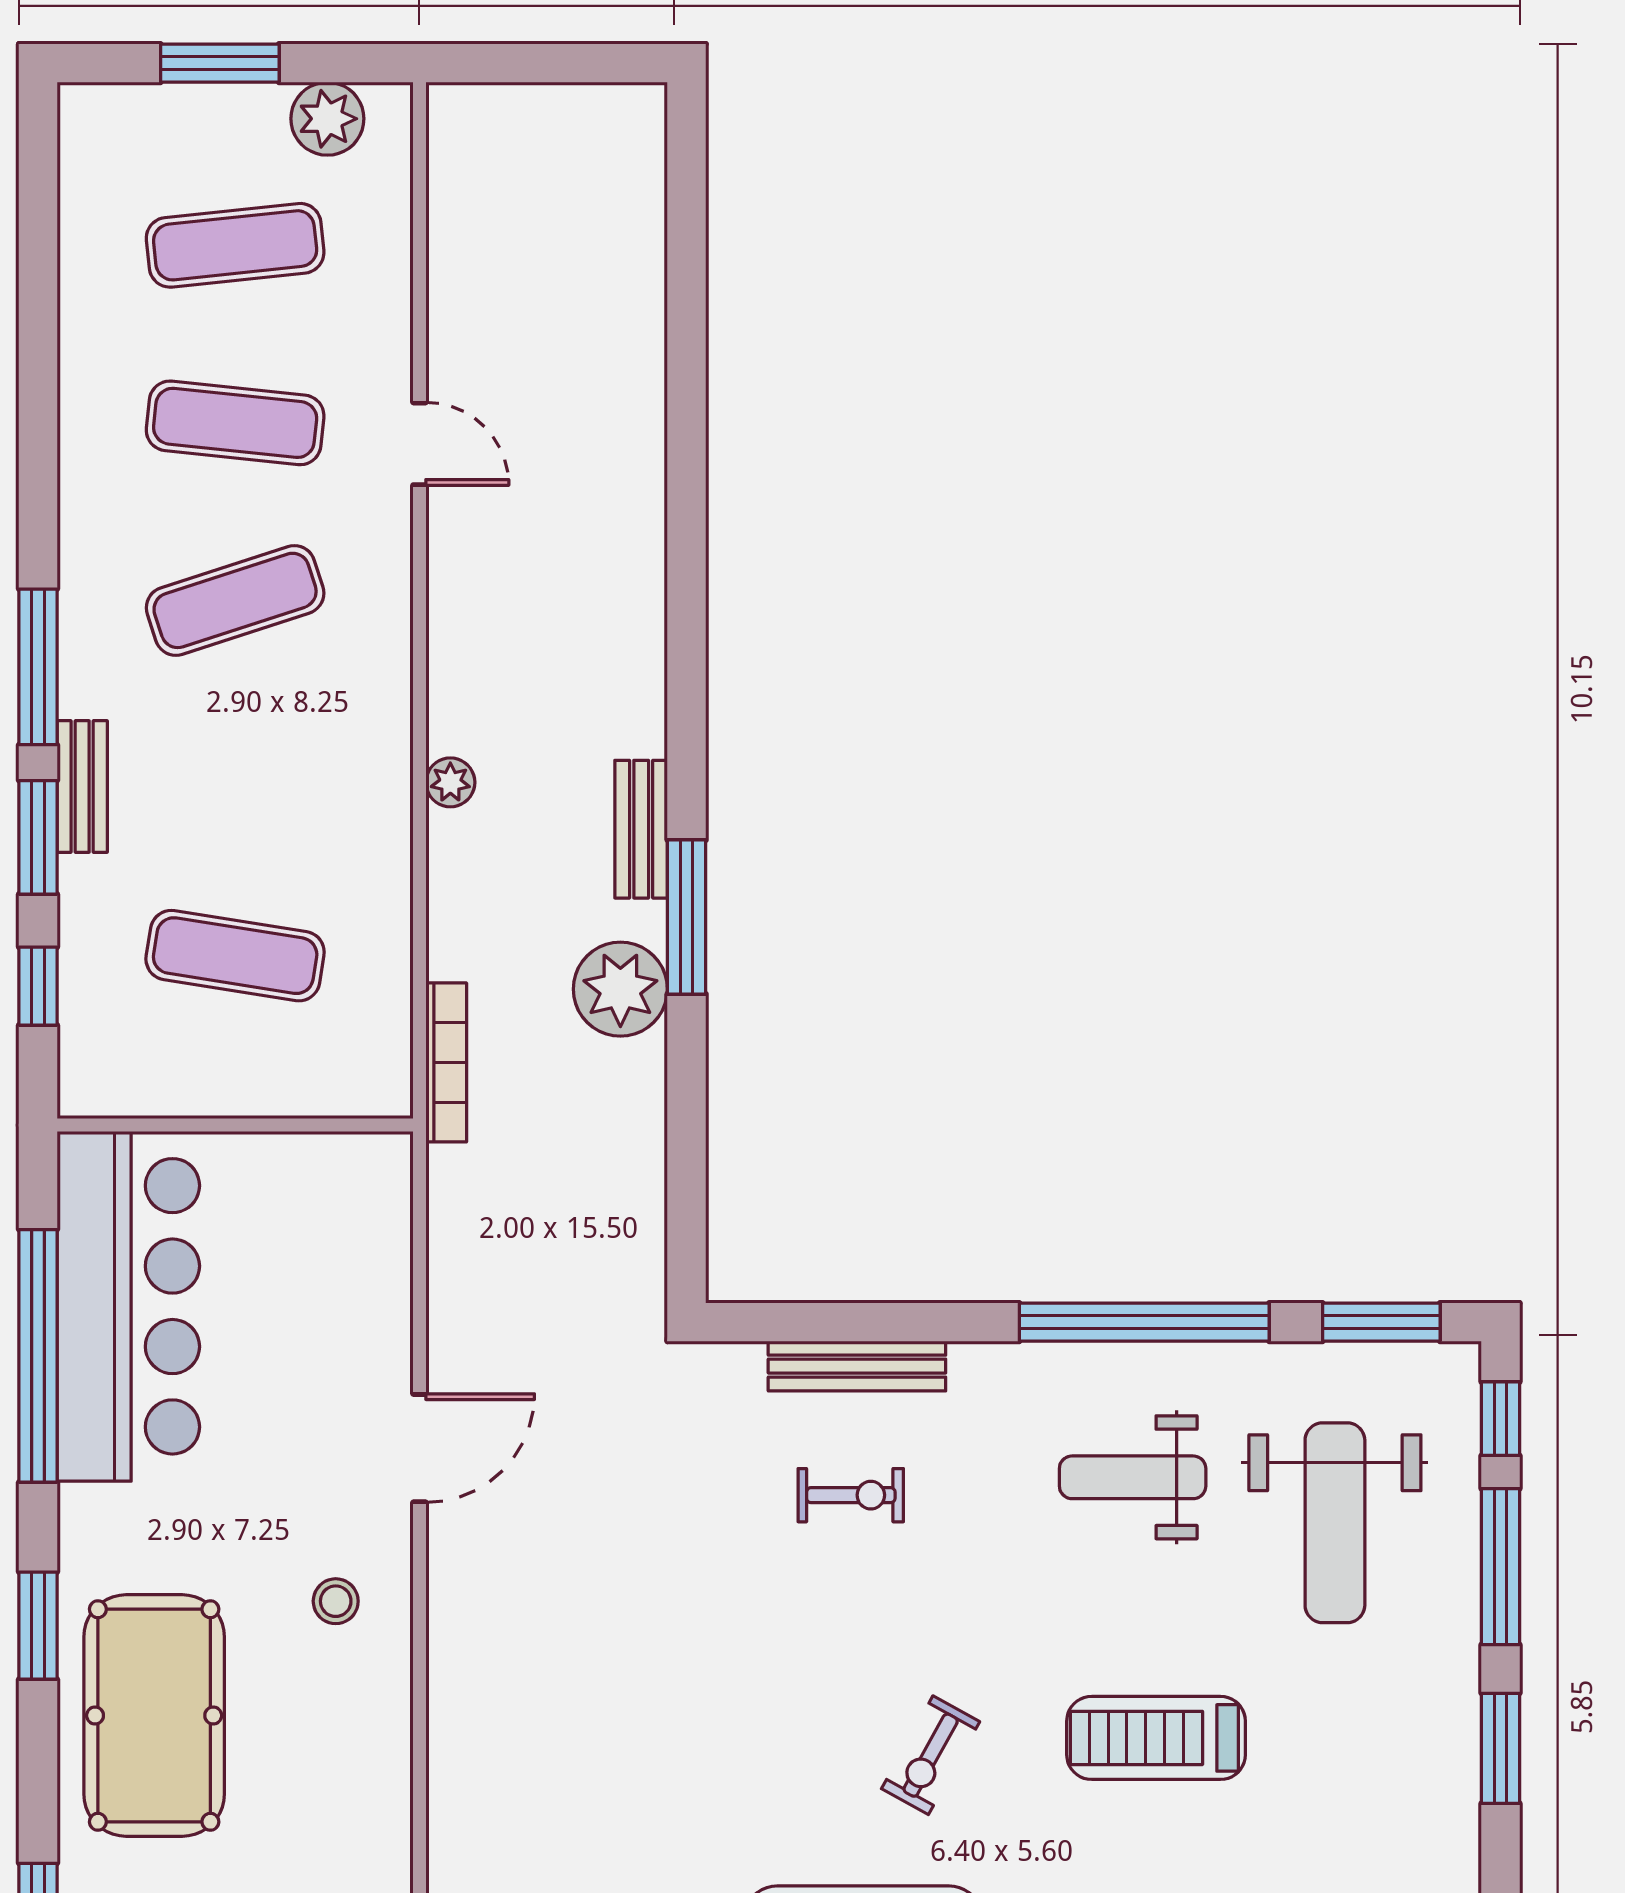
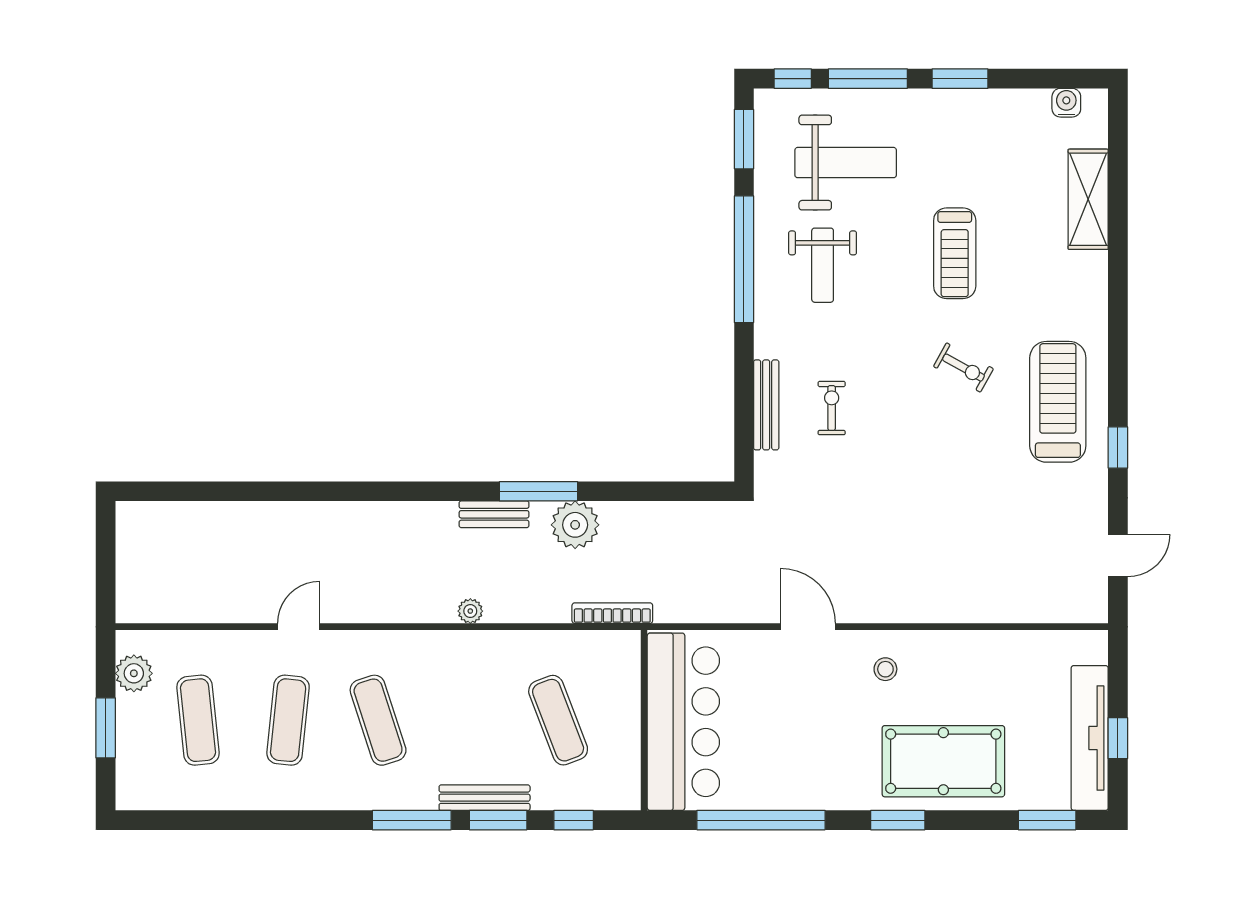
bench: (82, 787) -> (485, 798), width x1.36
exercise mat: (235, 956) -> (558, 720), turned -30
bar counter: (128, 1306) -> (683, 722), moved, turned 90

